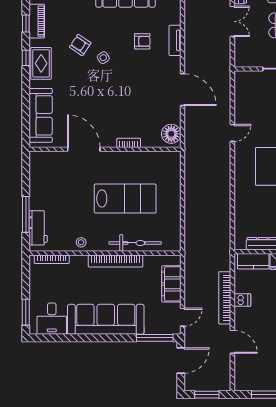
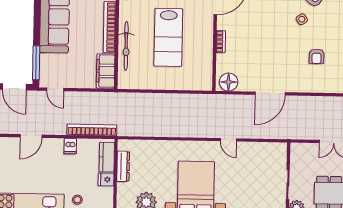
tv unit: (175, 40) -> (317, 87), removed
filing cabinet: (171, 284) -> (106, 71), moved, turned -90
bookcase: (225, 298) -> (92, 130), moved

